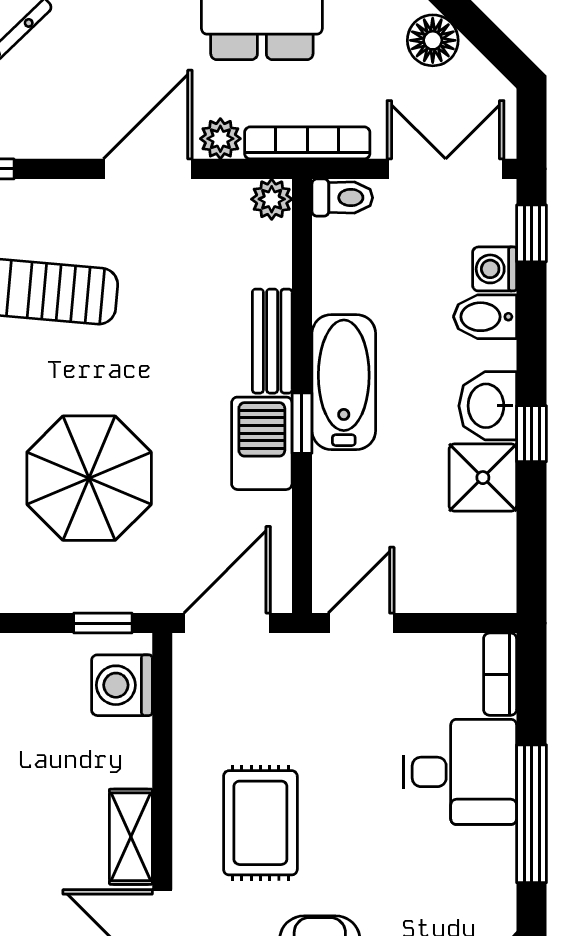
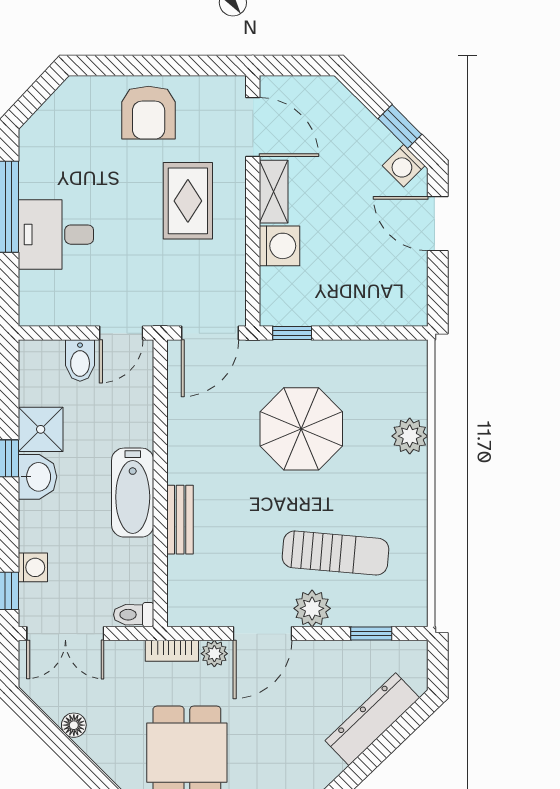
floor lamp: (433, 40) -> (74, 725), width x0.73, depth x0.73
bookcase: (307, 143) -> (172, 651), width x0.64
plant: (272, 199) -> (312, 608), moved, width x1.38, depth x1.38
bidet: (485, 317) -> (80, 361), moved, turned 90
window: (302, 423) -> (160, 465), removed
barbecue: (262, 443) -> (187, 452), removed
bookcase: (500, 674) -> (29, 299), removed
washing machine: (122, 685) -> (280, 246), moved

